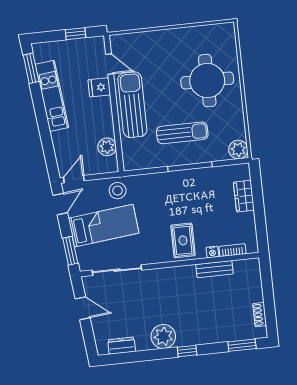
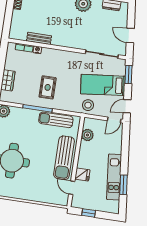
window: (31, 68) -> (124, 185), moved
sun lounger: (182, 133) -> (56, 120), moved
rug: (183, 240) -> (48, 87), moved

